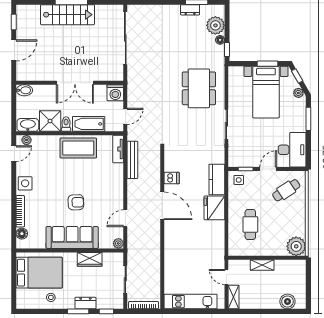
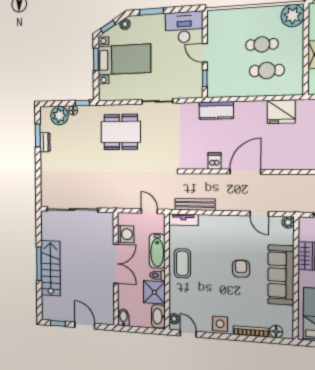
washing machine: (115, 93) -> (126, 234), moved
coffee table: (78, 148) -> (182, 263), width x0.73, depth x0.76
side table: (239, 180) -> (217, 86), removed
cafe table: (286, 190) -> (262, 44), moved, turned -57
fridge: (214, 208) -> (281, 112), moved

